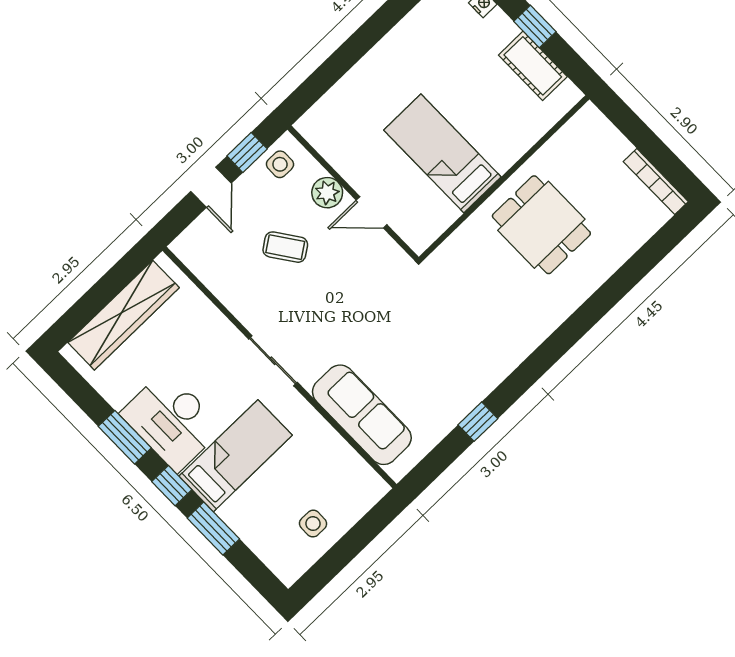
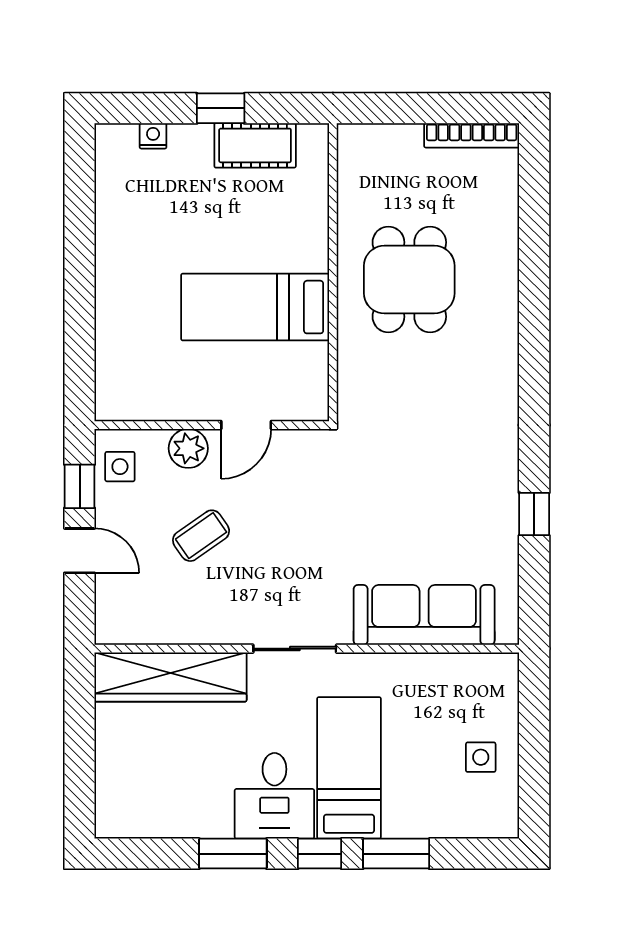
dining table: (541, 225) -> (409, 280), turned 90
wardrobe: (123, 315) -> (170, 677), moved, turned 90
desk: (172, 421) -> (274, 796), width x0.73

